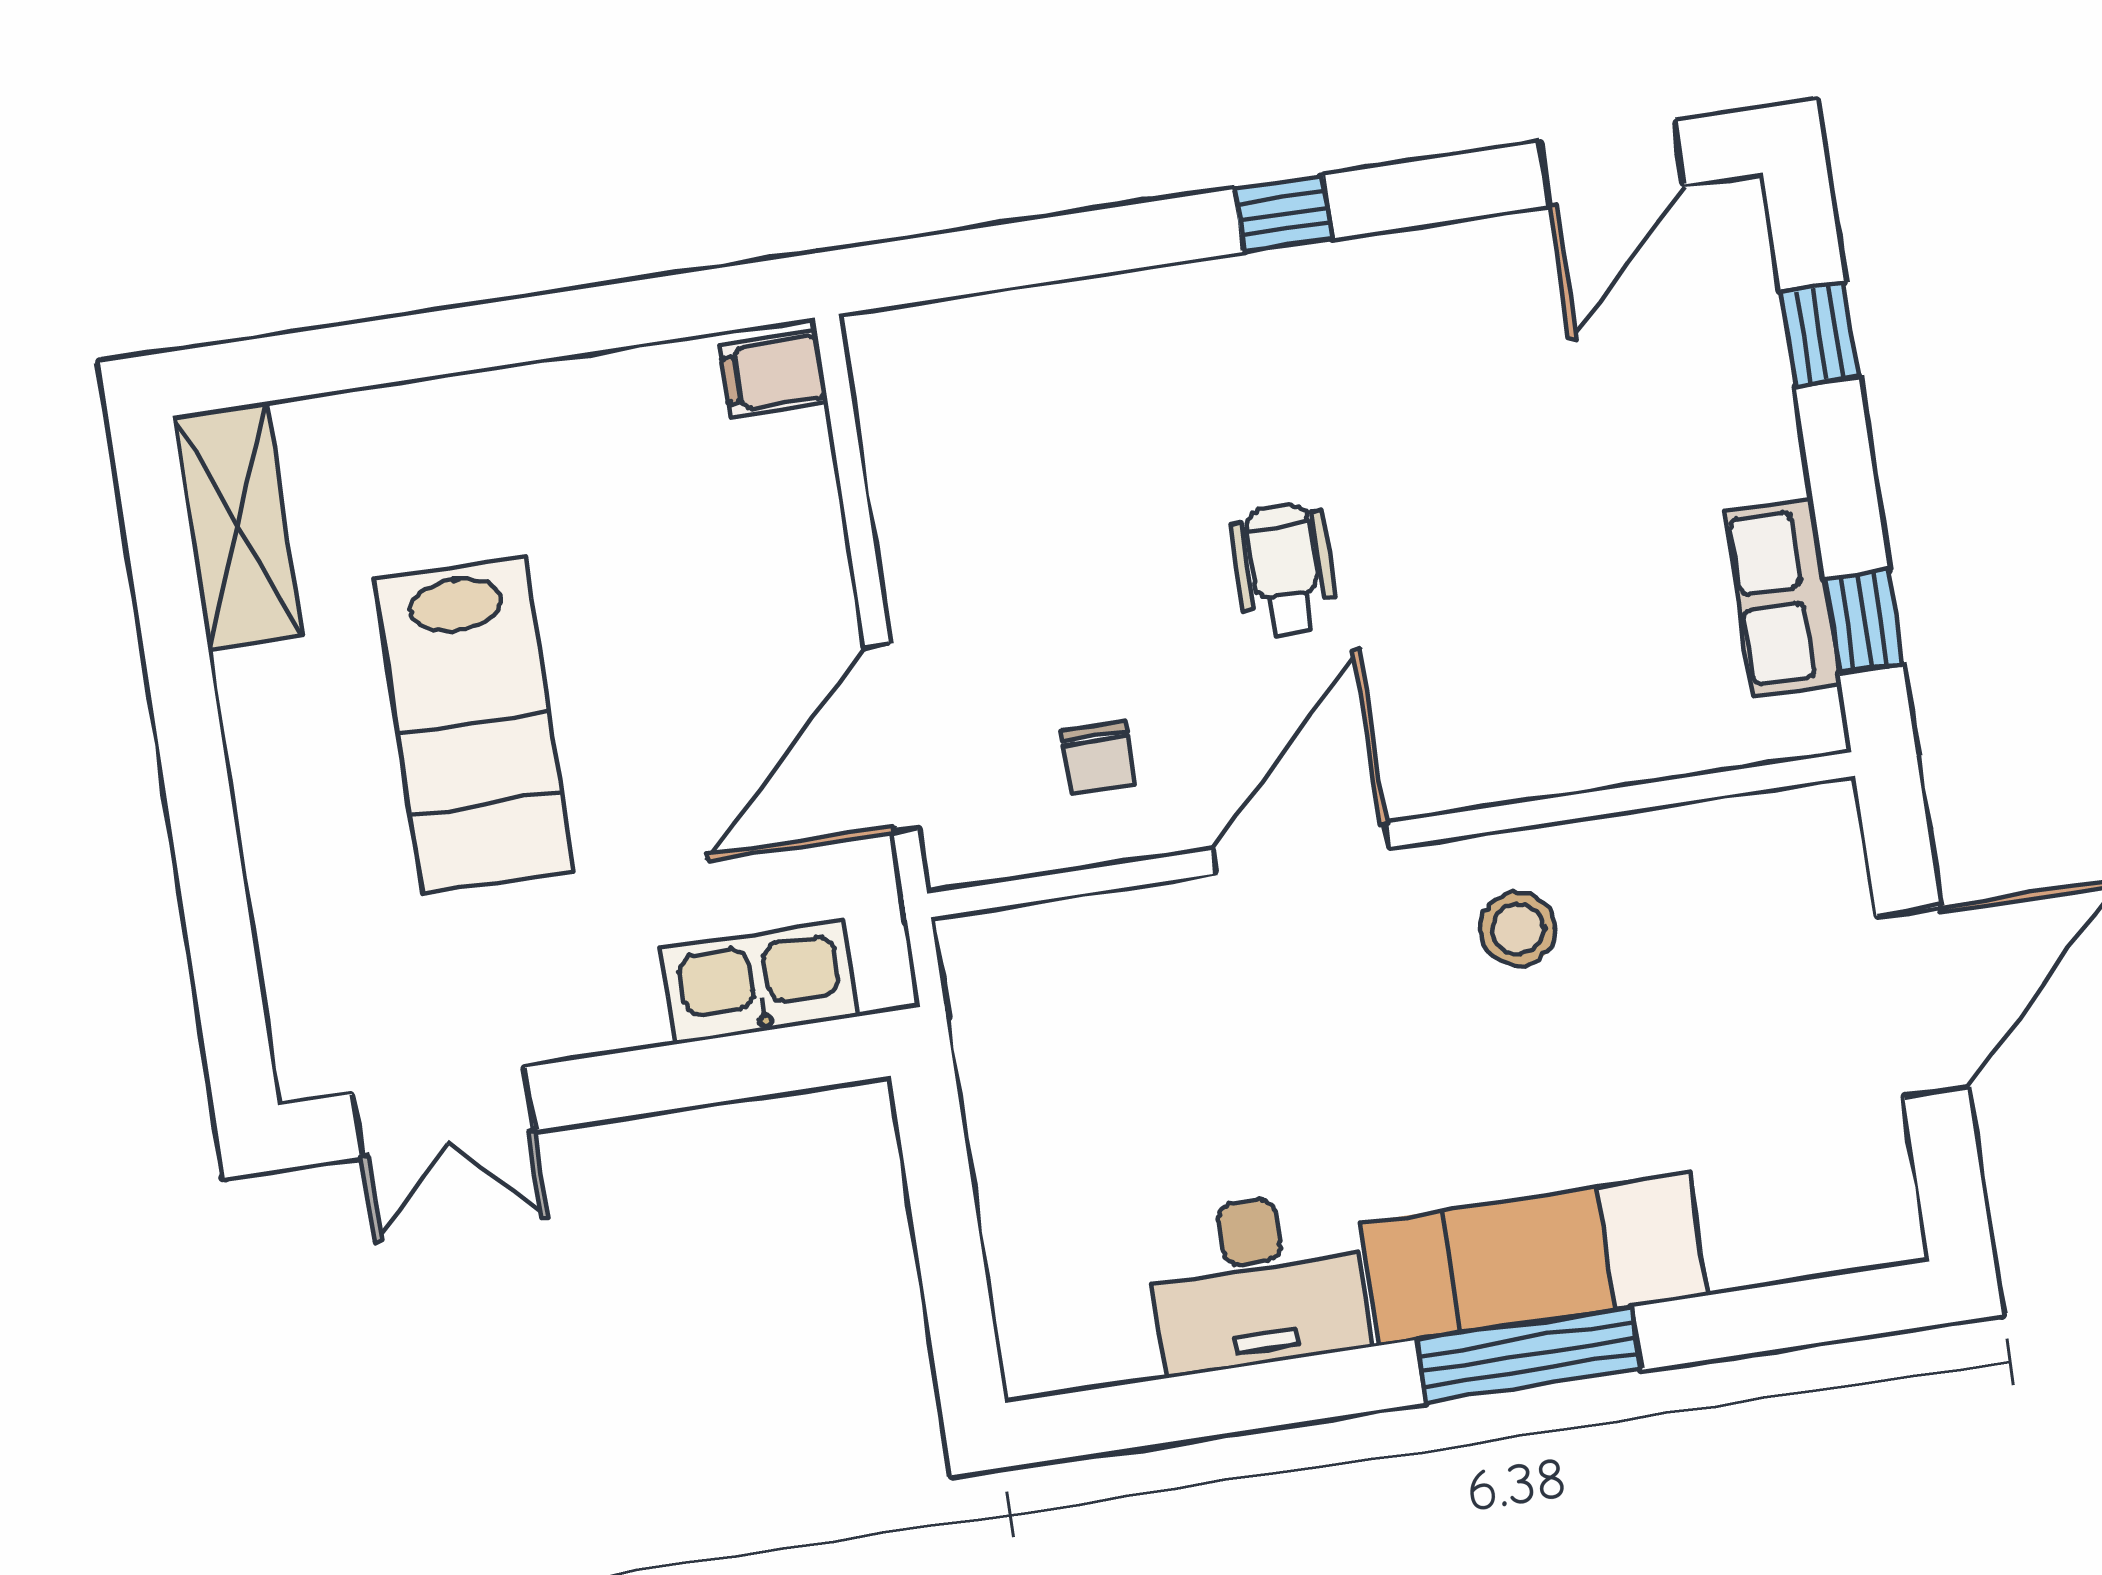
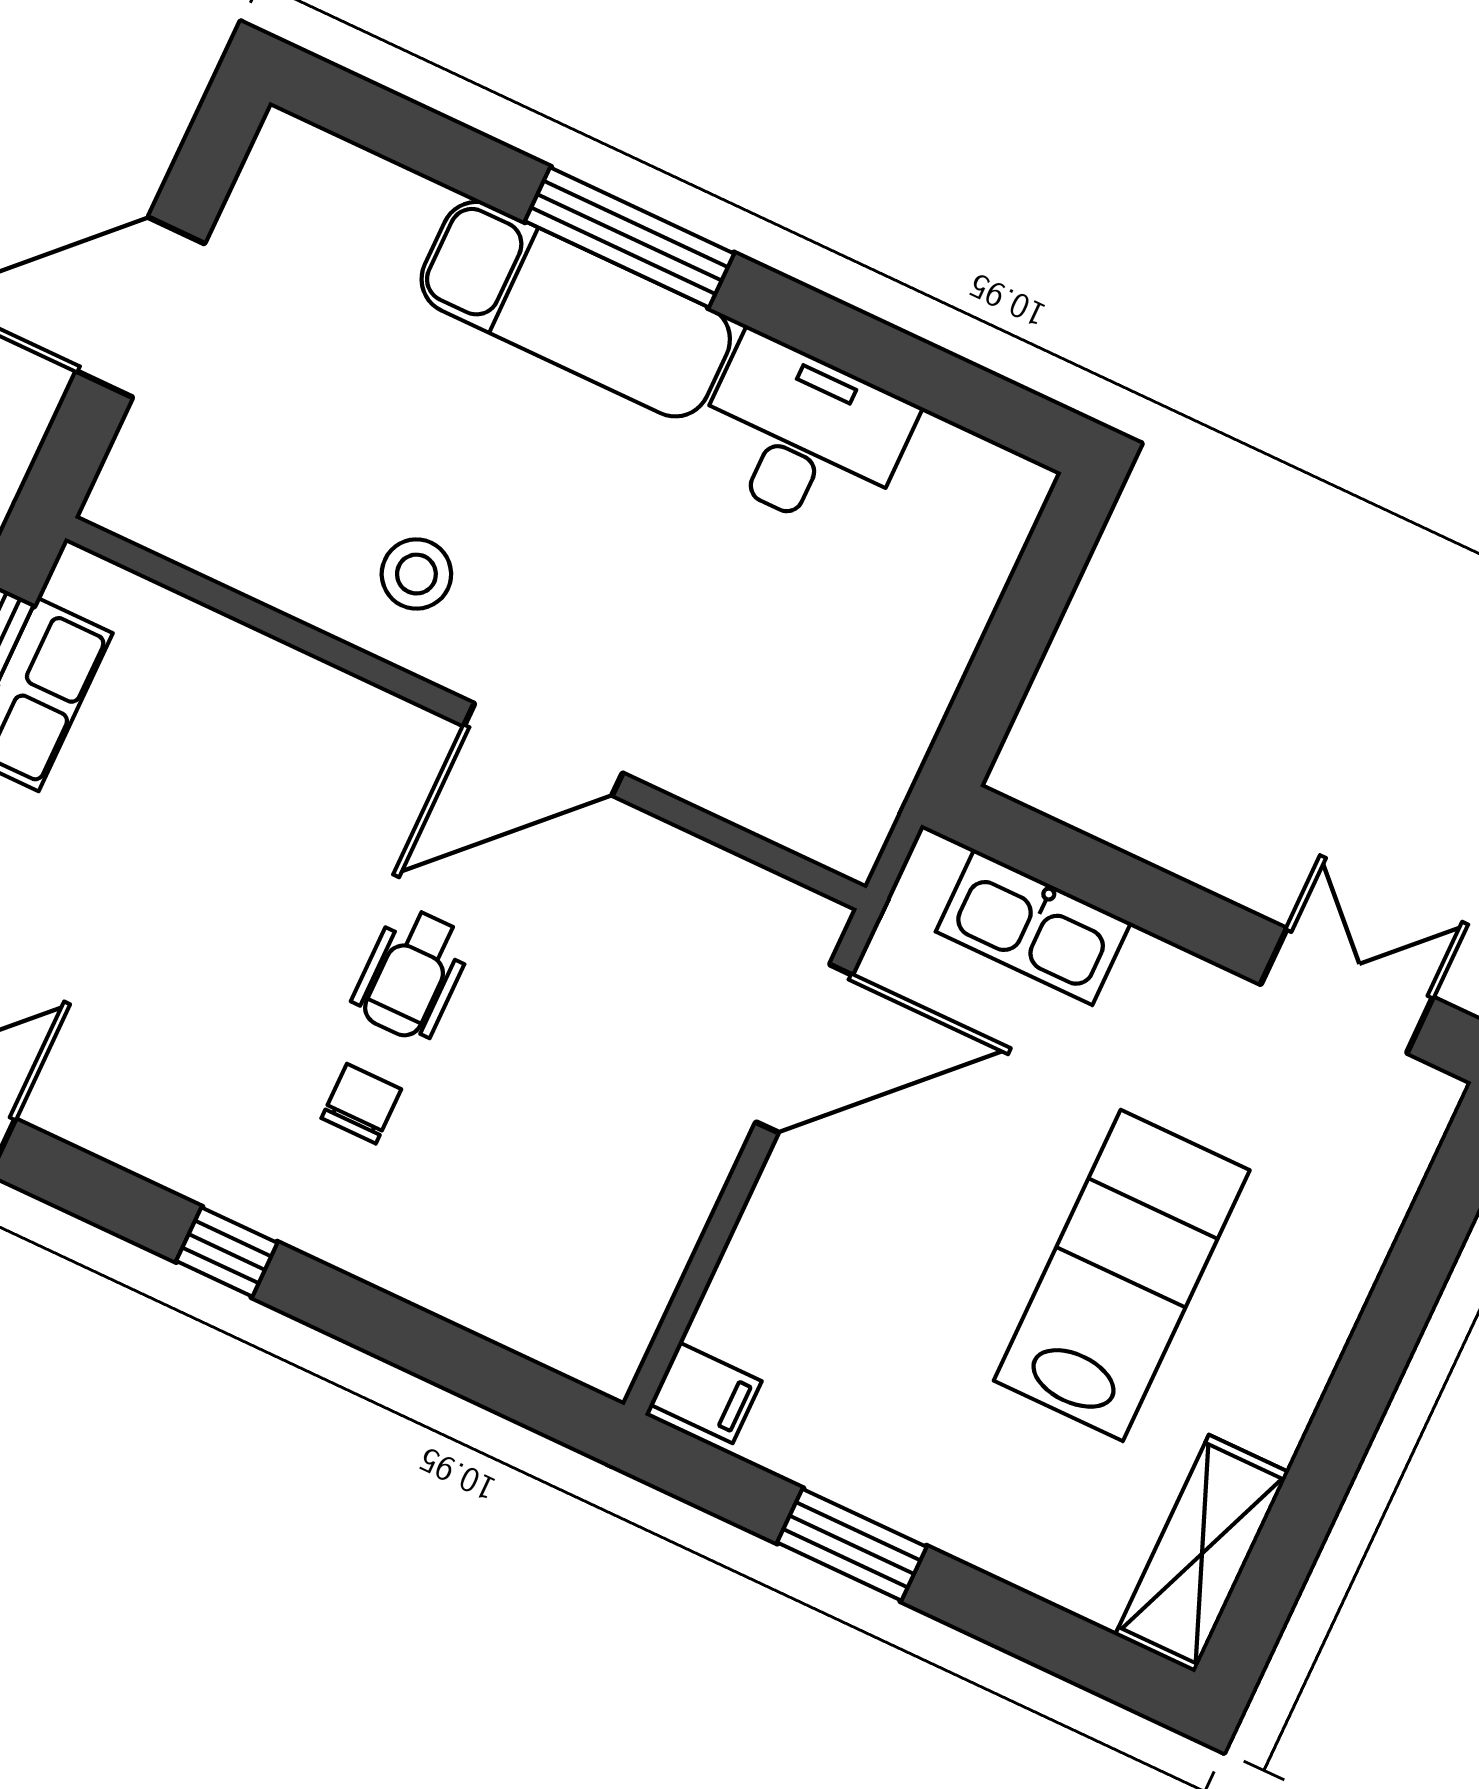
window: (554, 325) -> (852, 1545), added
chair: (1098, 758) -> (361, 1104), moved

